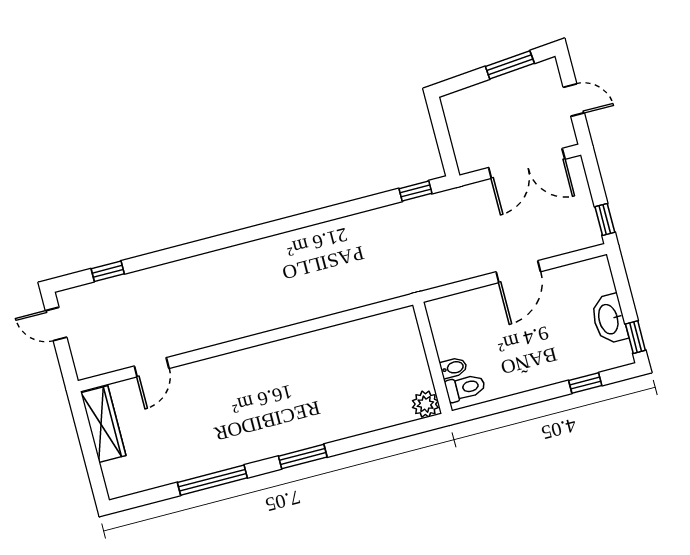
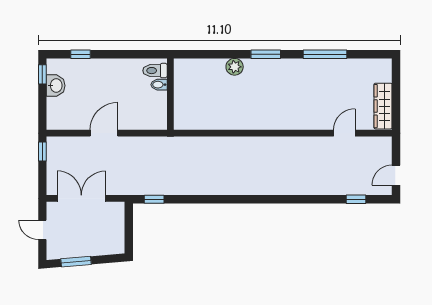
washbasin: (609, 319) -> (56, 86), width x0.72
door: (56, 324) -> (396, 175), swing flipped
plant: (425, 404) -> (235, 67), moved

